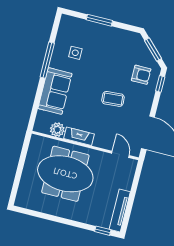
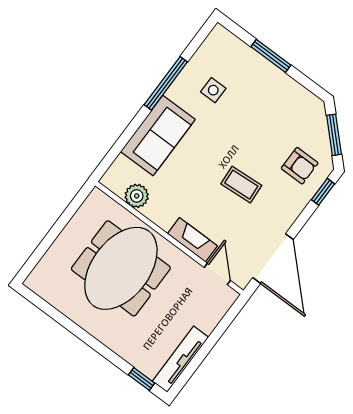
fireplace: (79, 136) -> (192, 240), moved
meeting table: (65, 174) -> (121, 268), turned 90

